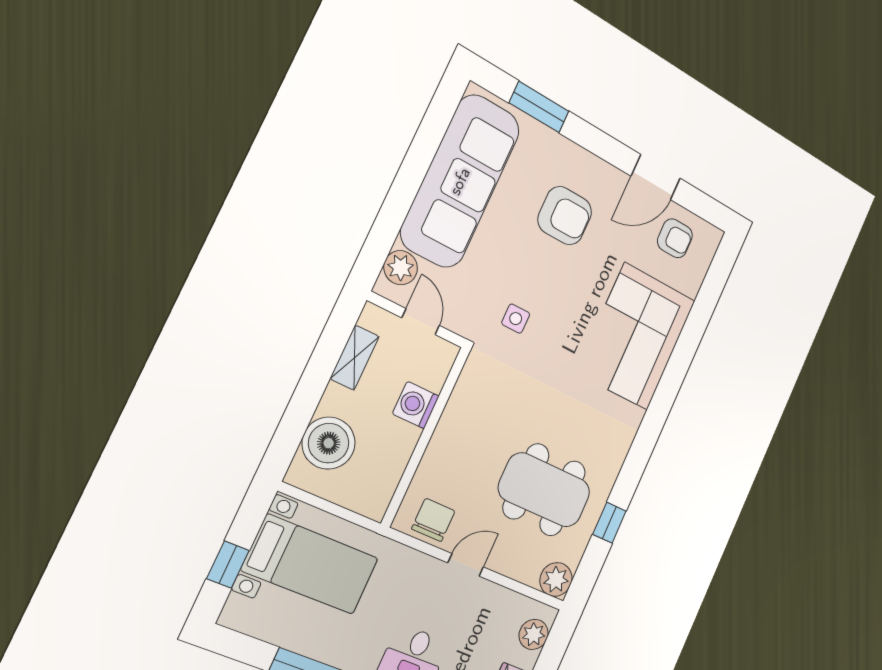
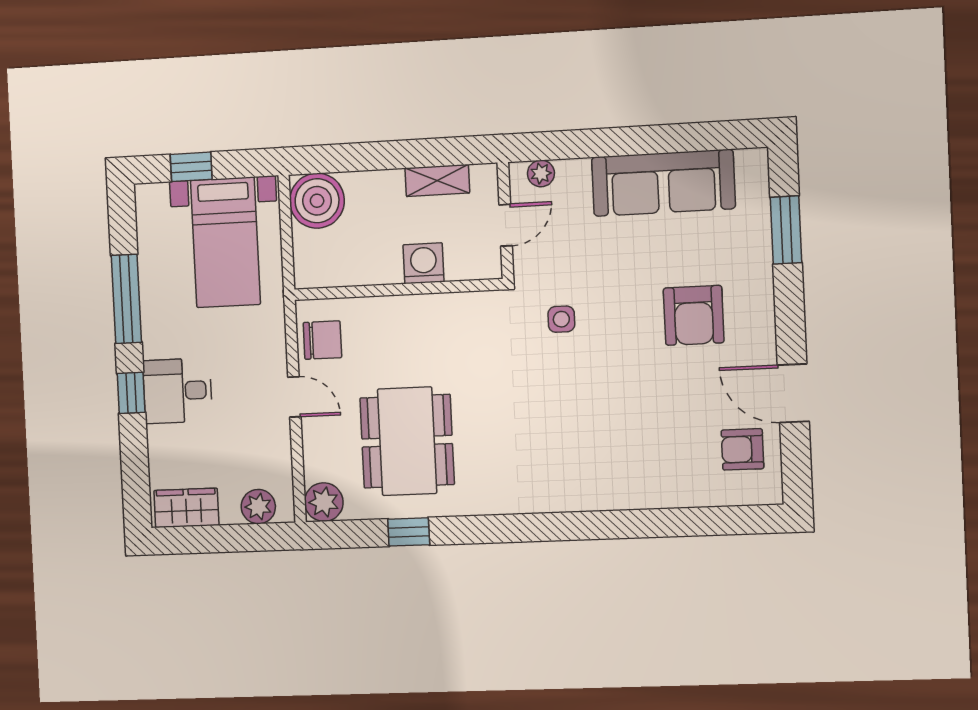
sofa: (460, 181) -> (663, 183), width x0.74, depth x0.79
armchair: (675, 238) -> (742, 449), turned 90
plant: (401, 268) -> (541, 173), width x0.73, depth x0.73
corner sofa: (636, 336) -> (615, 460), removed
boiler: (329, 443) -> (317, 201), moved

